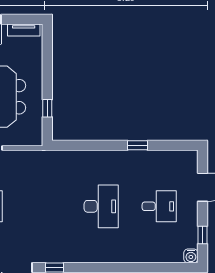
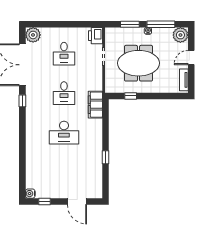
filing cabinet: (60, 160) -> (95, 105), added
desk: (159, 206) -> (64, 93), moved

